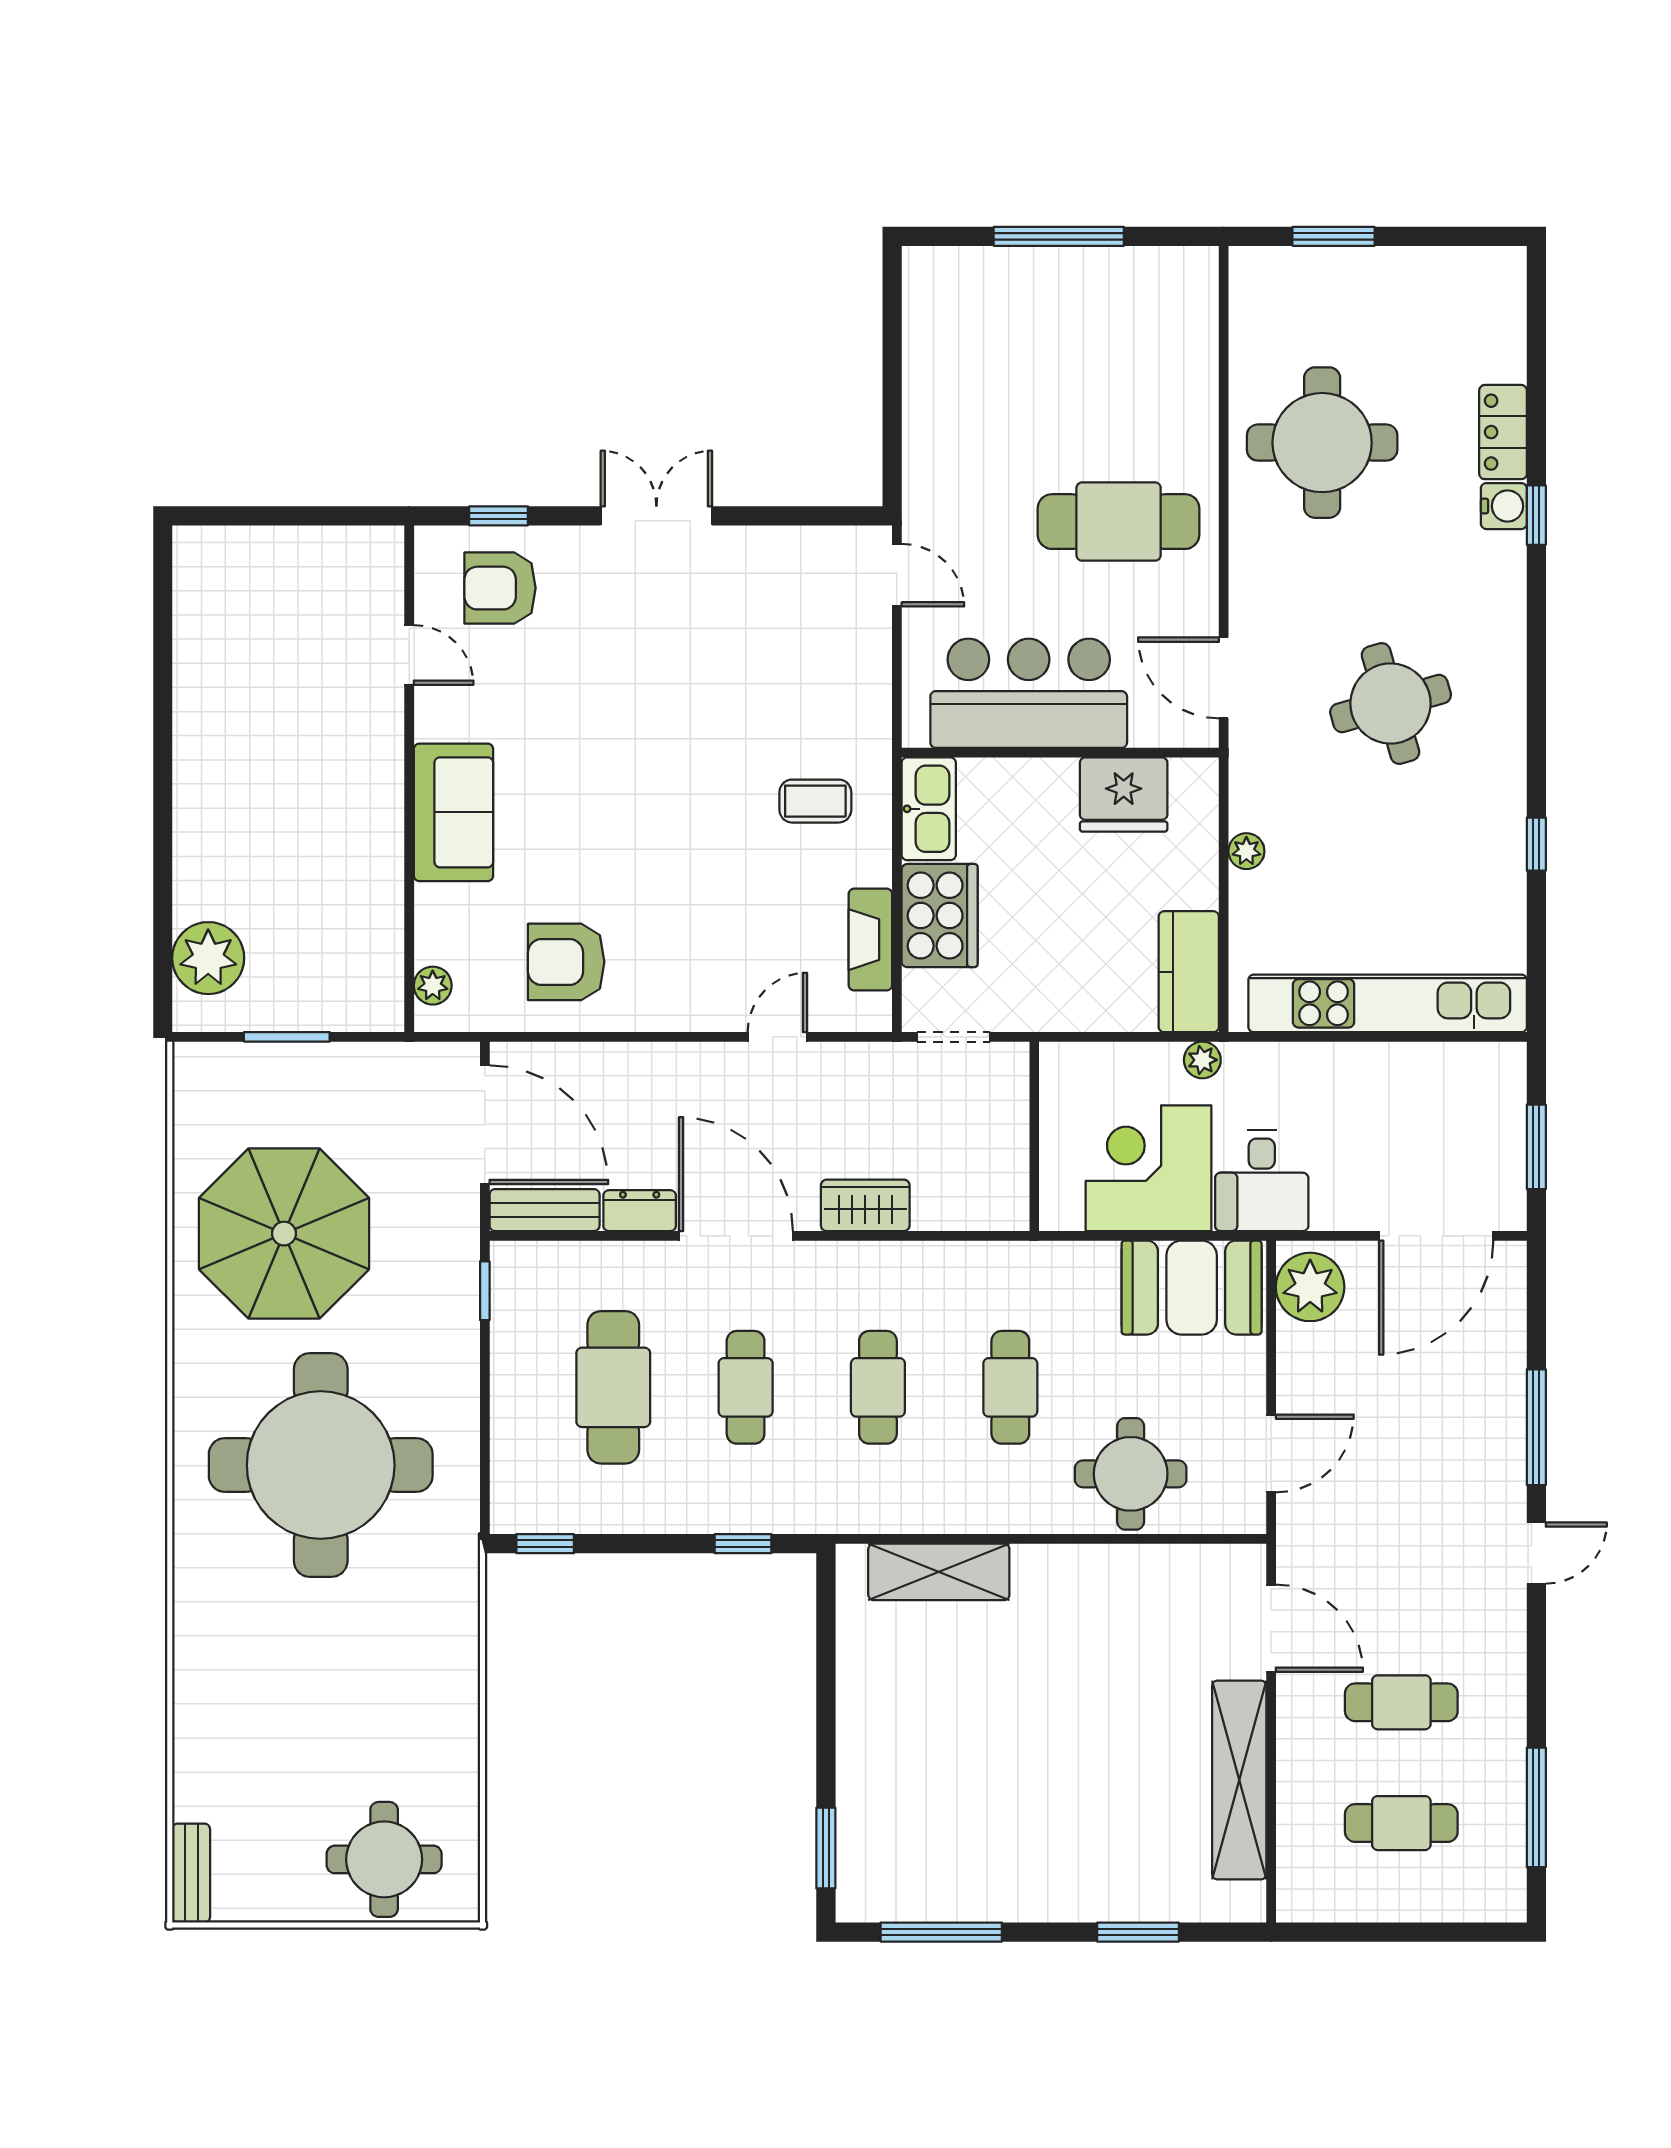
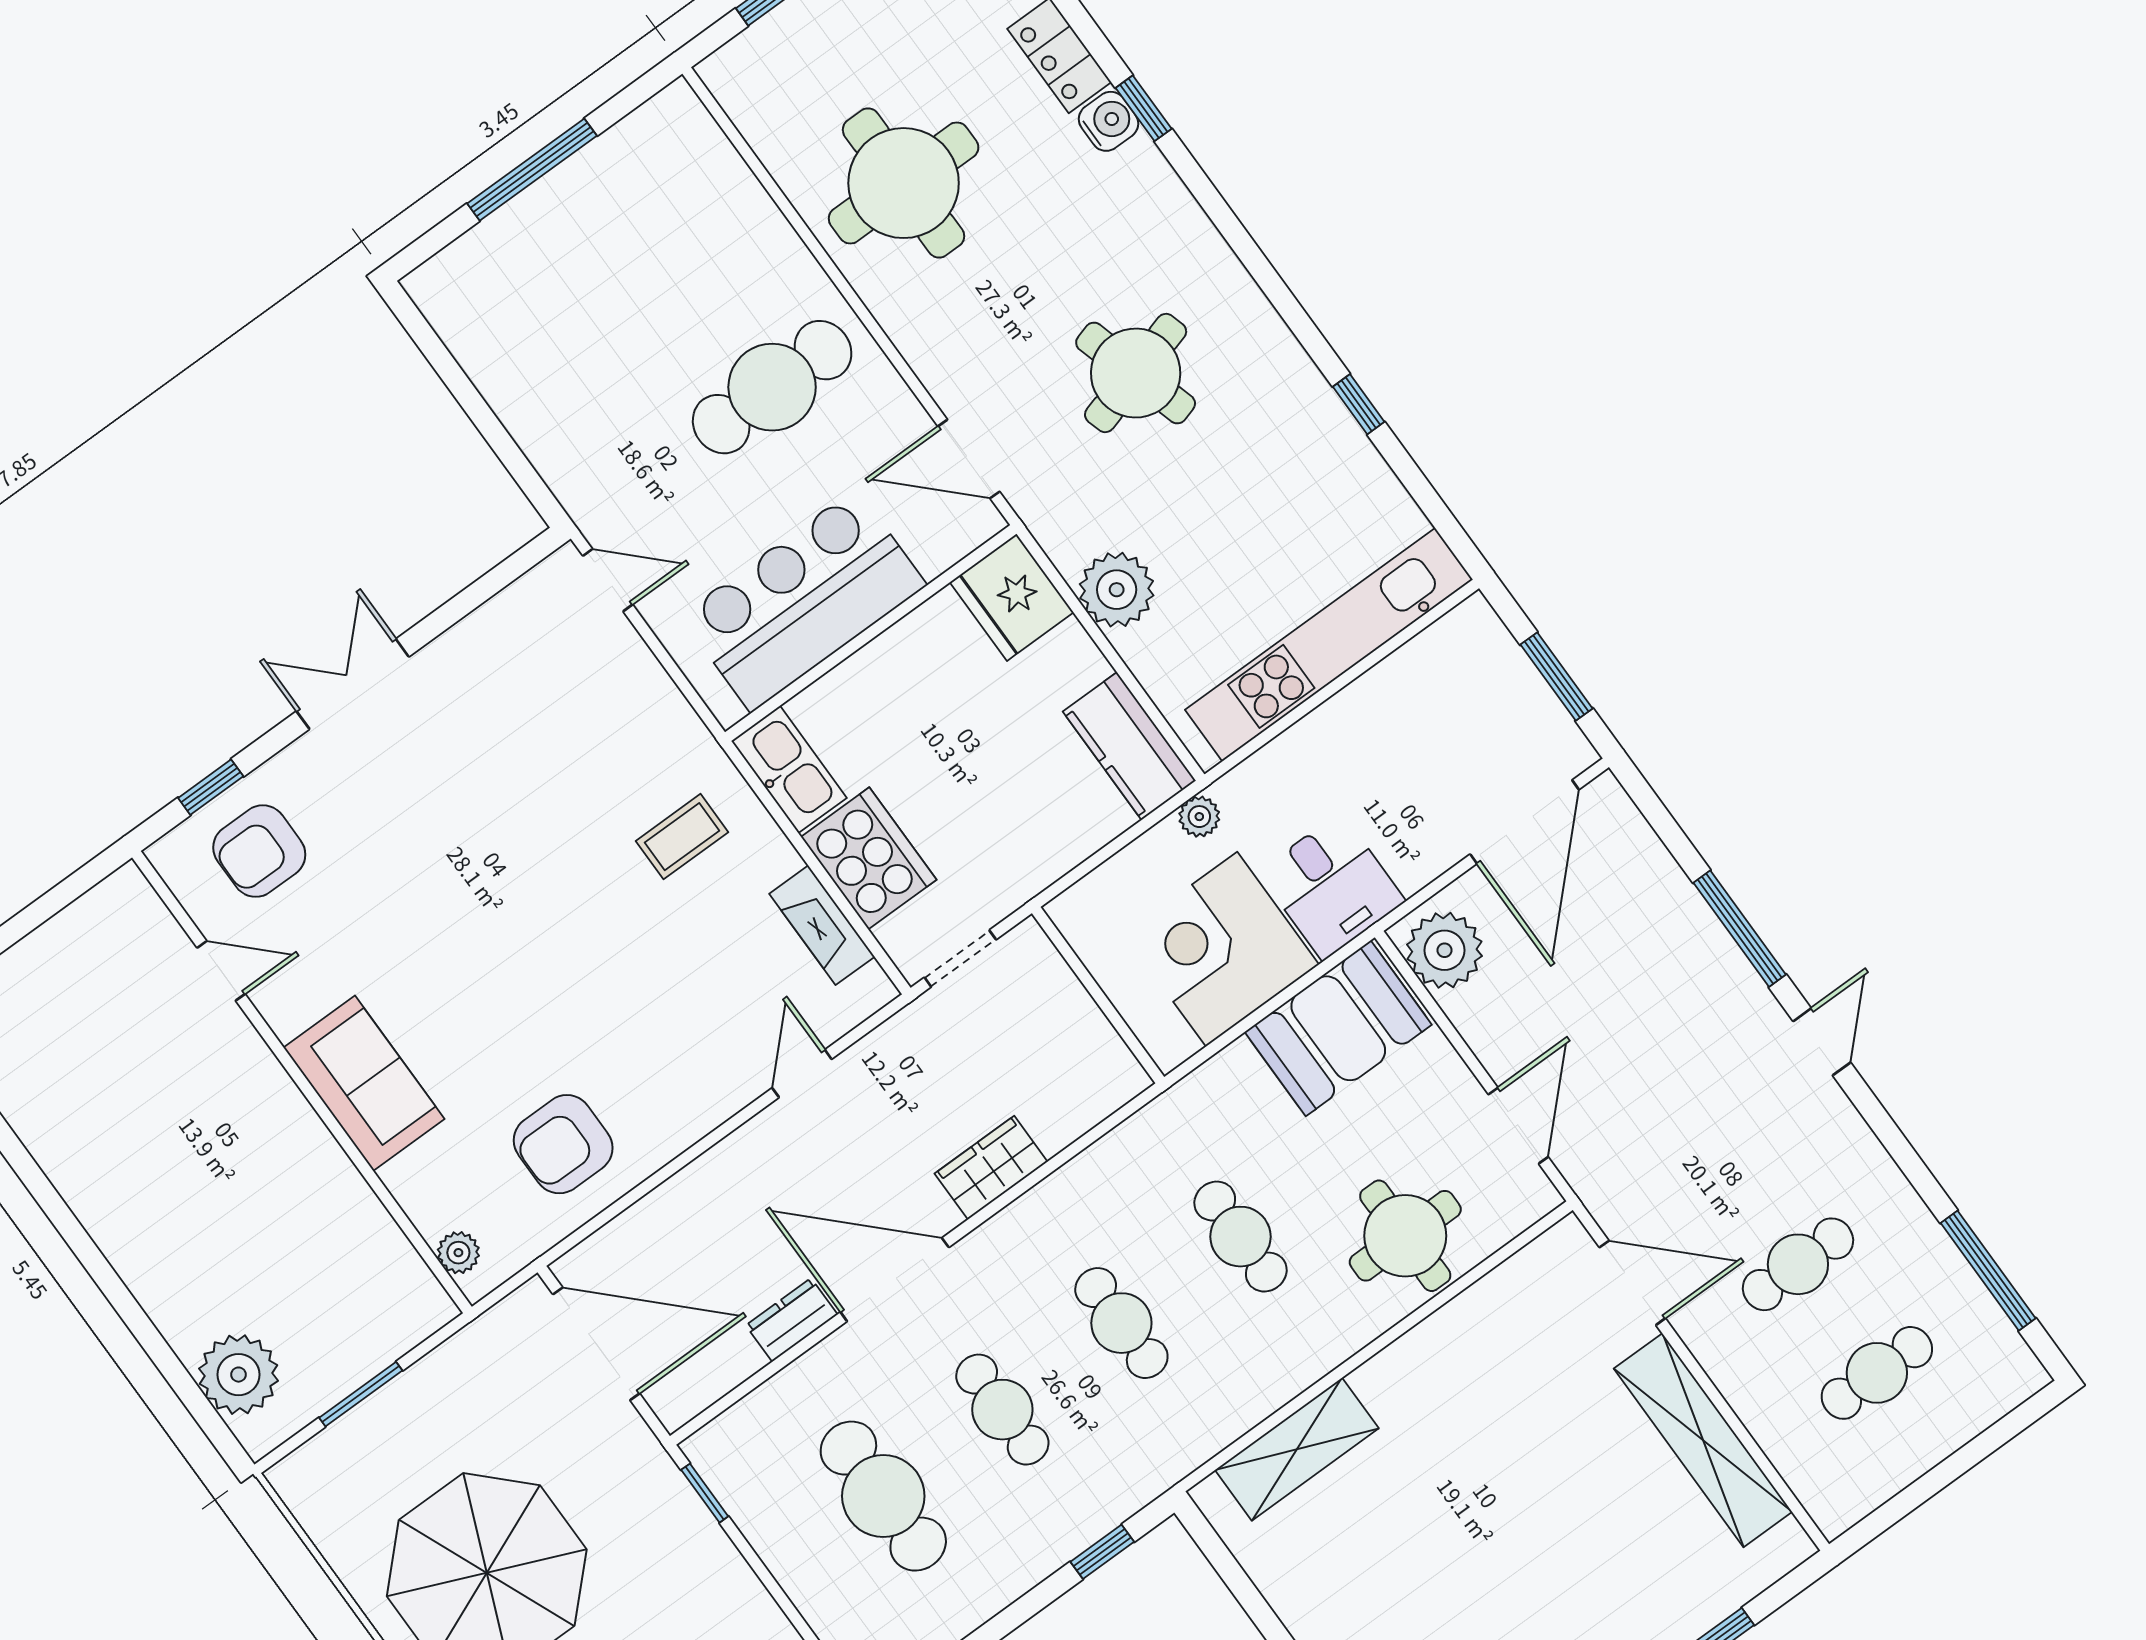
fridge: (1124, 795) -> (1012, 597), moved, turned 90
plant: (1246, 851) -> (1117, 590), width x1.87, depth x1.87
bench: (545, 1210) -> (706, 1381), removed

